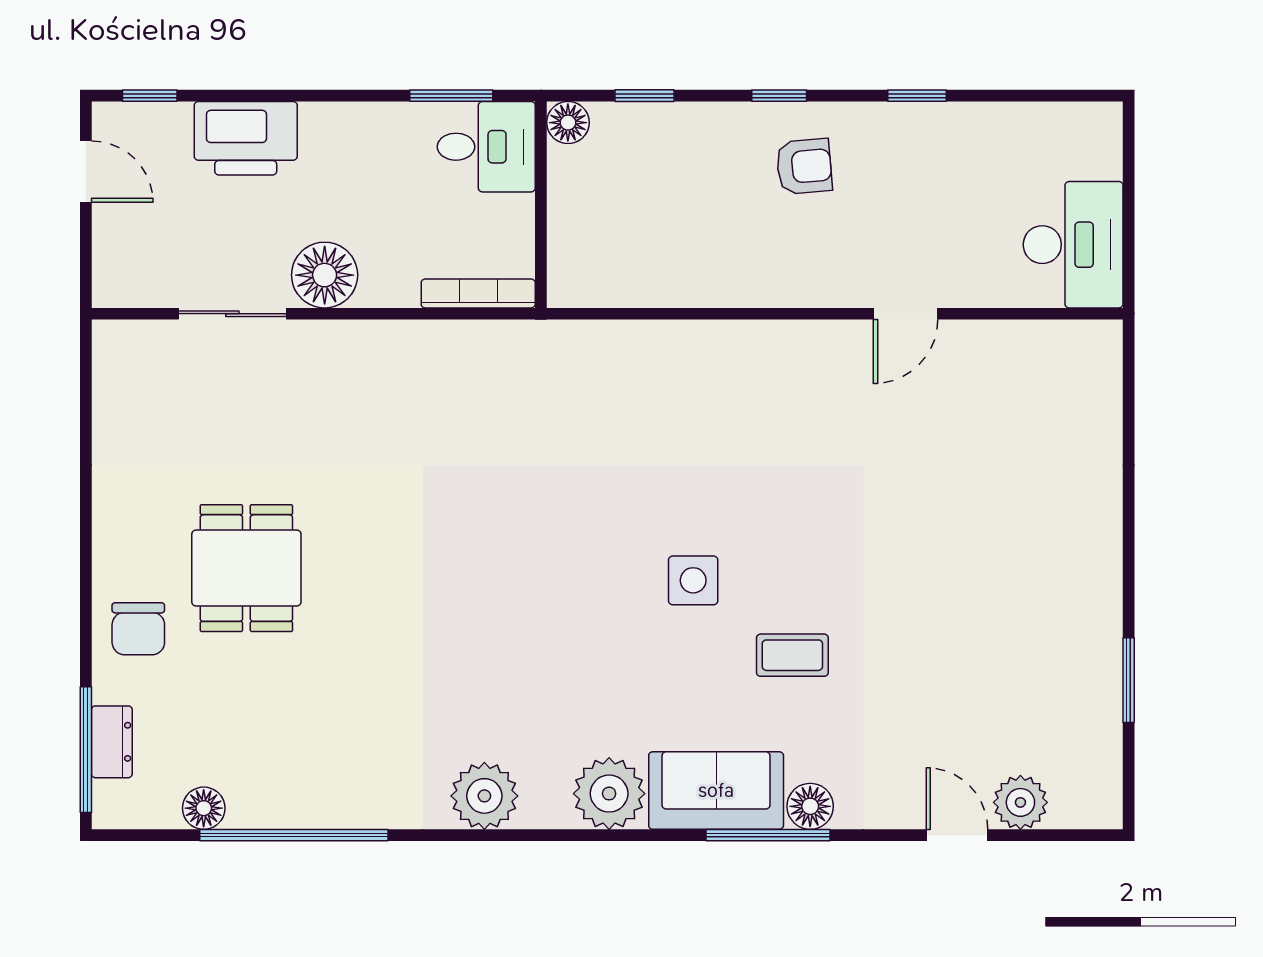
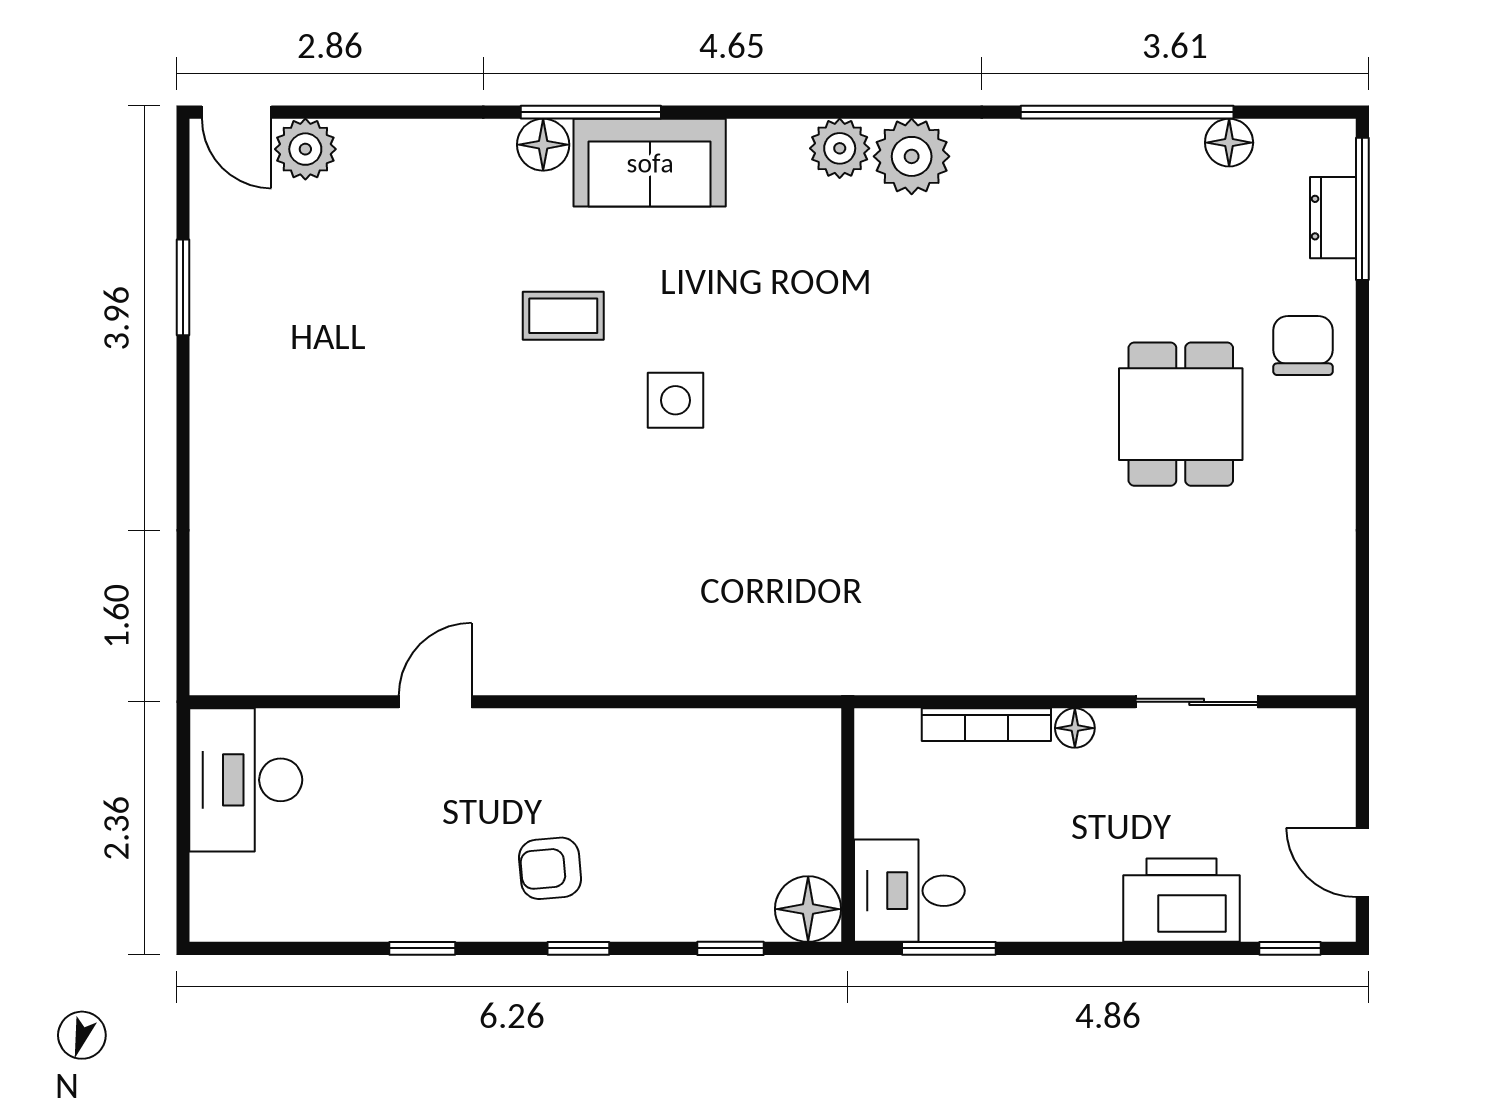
floor lamp: (568, 123) -> (808, 909), width x1.38, depth x1.38
floor lamp: (325, 275) -> (1075, 728), width x0.53, depth x0.53
bookcase: (478, 293) -> (986, 725), moved
plant: (609, 794) -> (840, 148), moved, width x0.73, depth x0.73
door: (957, 835) -> (237, 112), moved

